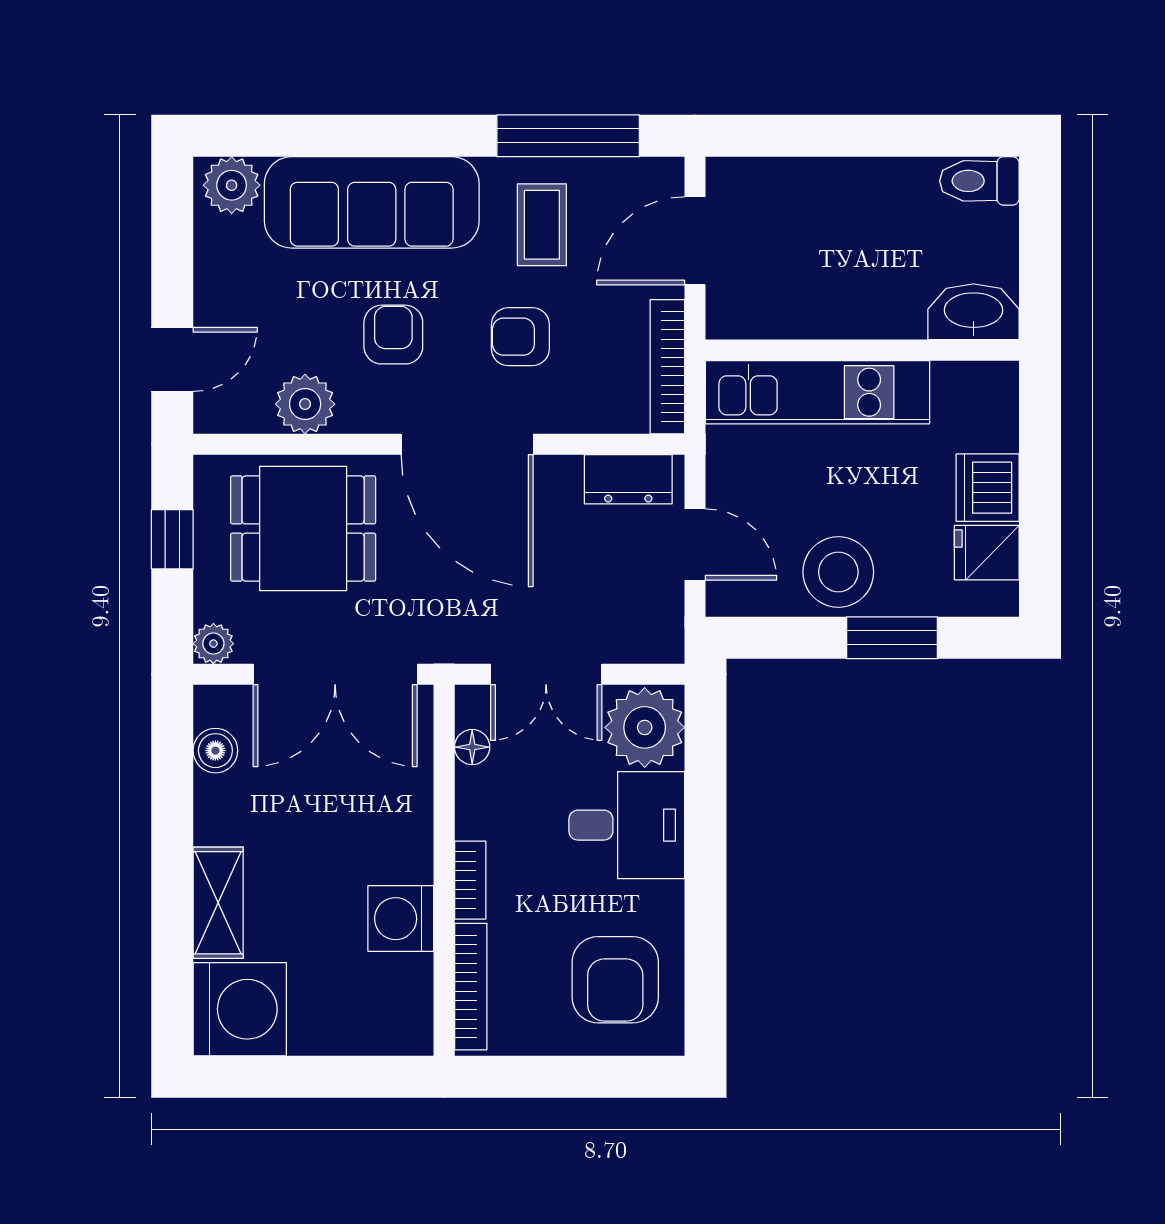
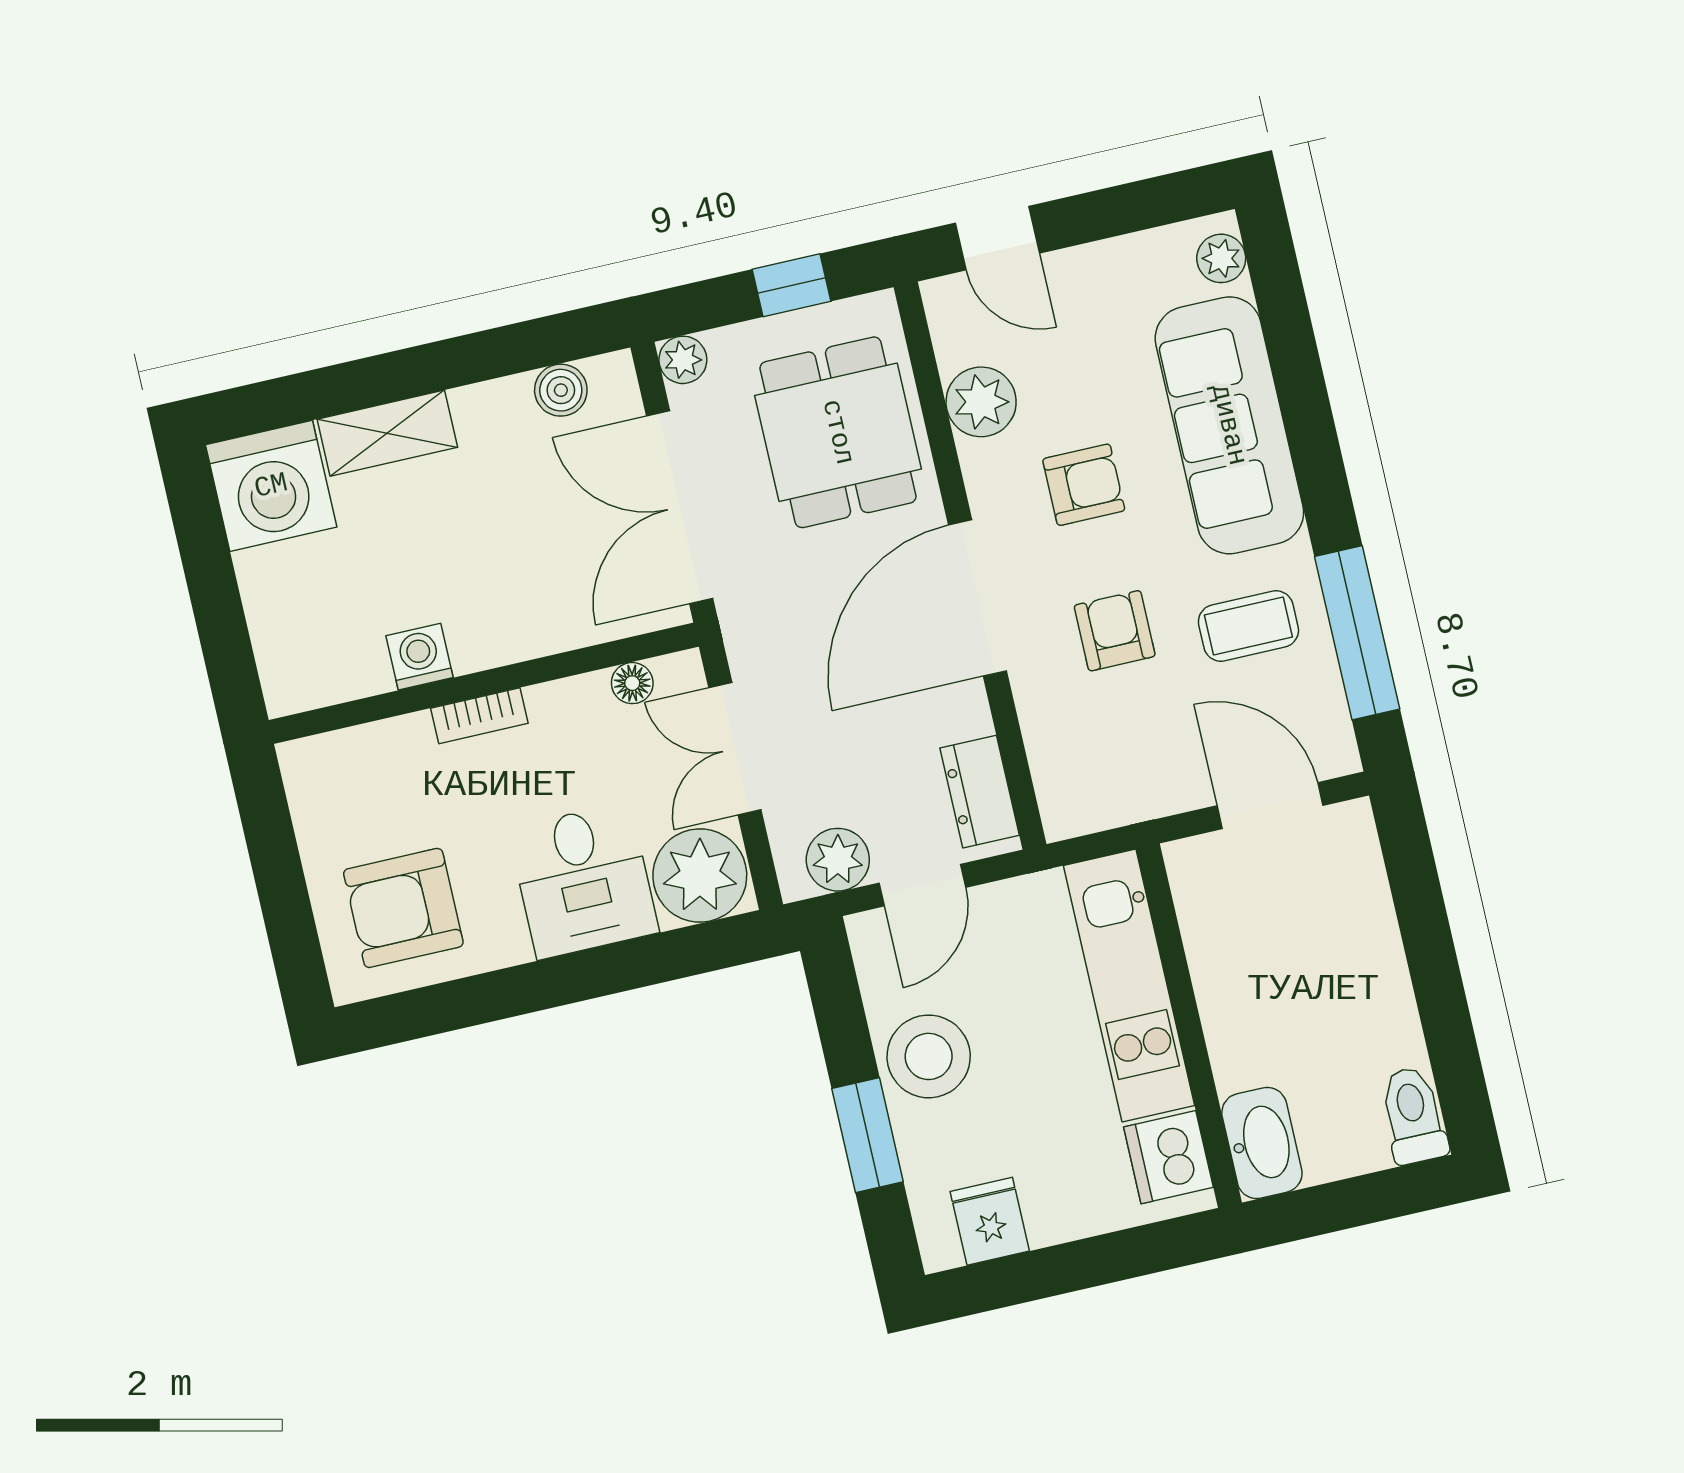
plant: (232, 185) -> (1221, 258), width x0.73, depth x0.73
bookcase: (667, 367) -> (1119, 807), removed
dishwasher: (988, 488) -> (1168, 1157), moved, turned -90
plant: (658, 610) -> (838, 860), added
washing machine: (401, 919) -> (420, 657), width x0.73, depth x0.73
bookcase: (471, 987) -> (358, 744), removed

